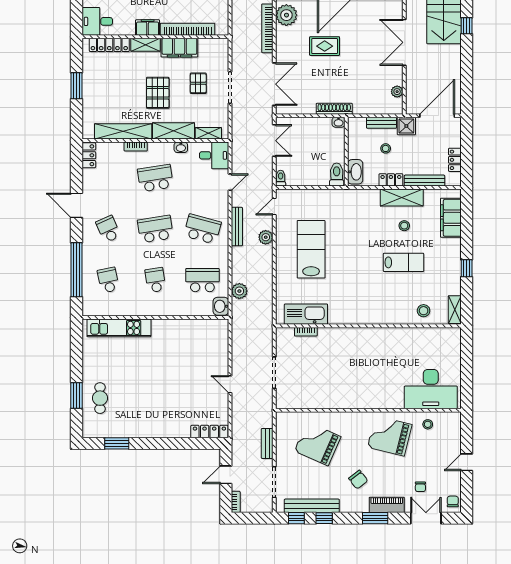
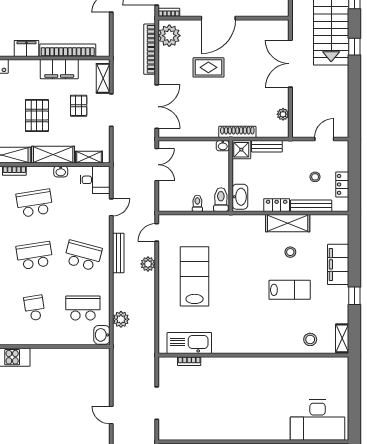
shelving: (145, 45) -> (103, 78), moved, turned 90
shoe rack: (334, 109) -> (237, 132), moved
door: (437, 116) -> (324, 139), width x0.53
shower: (406, 126) -> (241, 150), moved
stool: (386, 148) -> (315, 177), moved
toilet: (281, 178) -> (197, 203), moved
filing cabinet: (451, 218) -> (338, 264), moved

